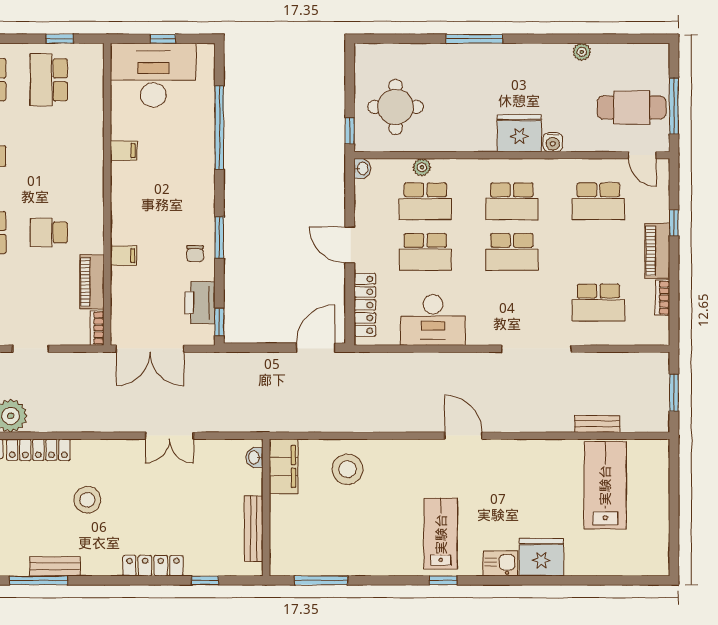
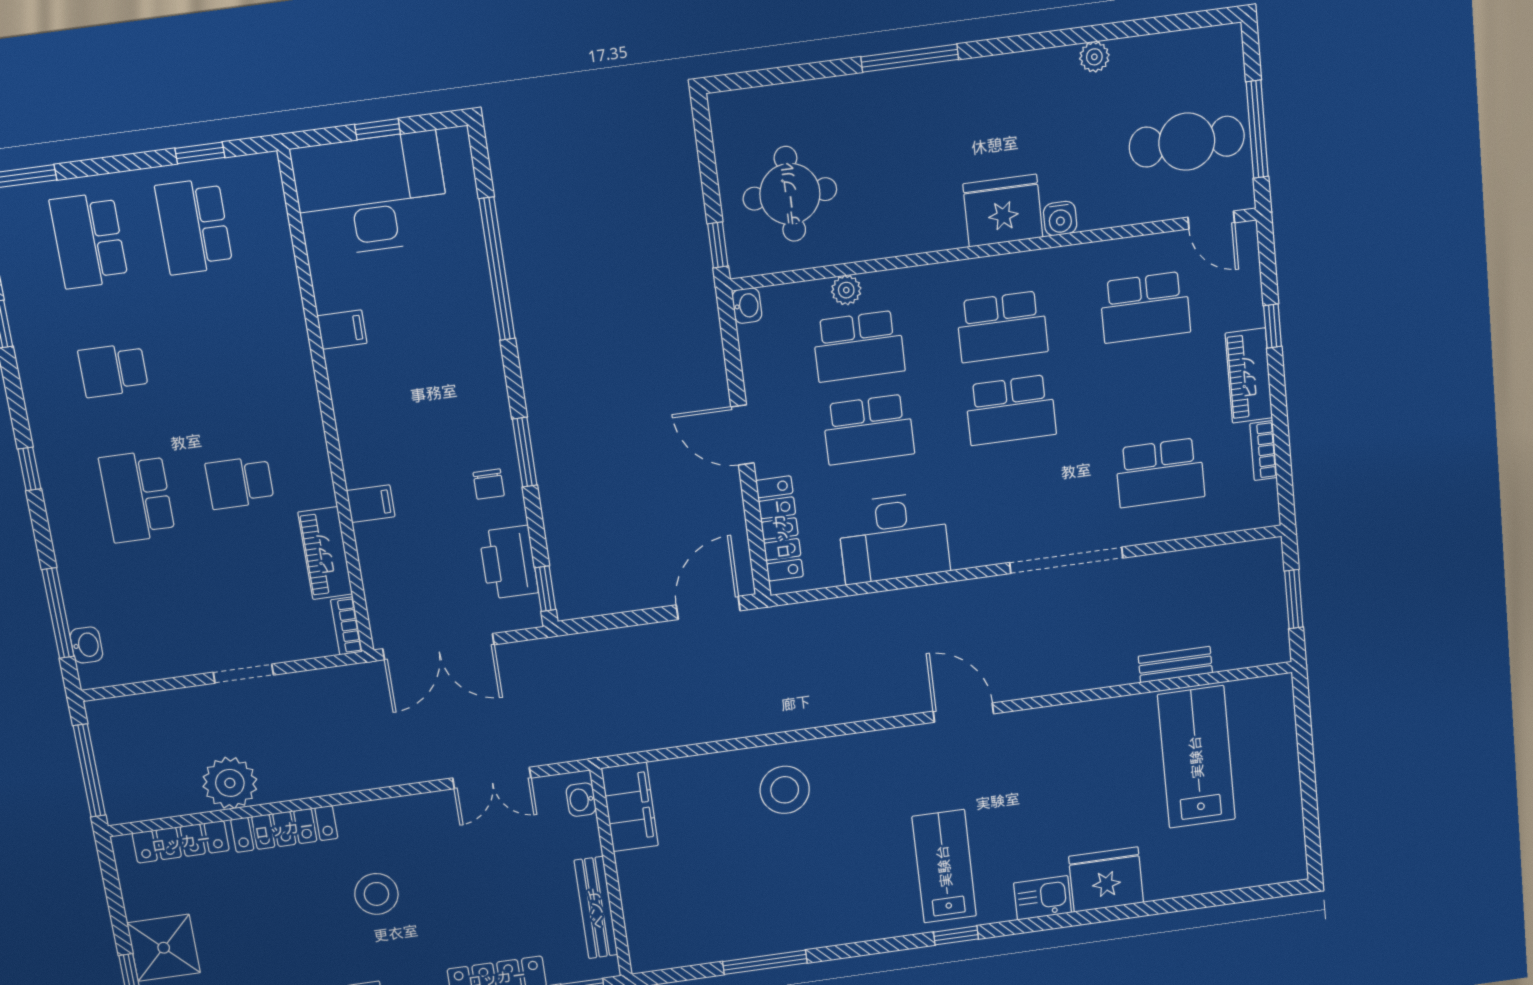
washbasin: (254, 457) -> (581, 800), moved
filing cabinet: (284, 466) -> (630, 807), moved
wall: (266, 508) -> (611, 873), moved
bench: (254, 529) -> (596, 908), moved

